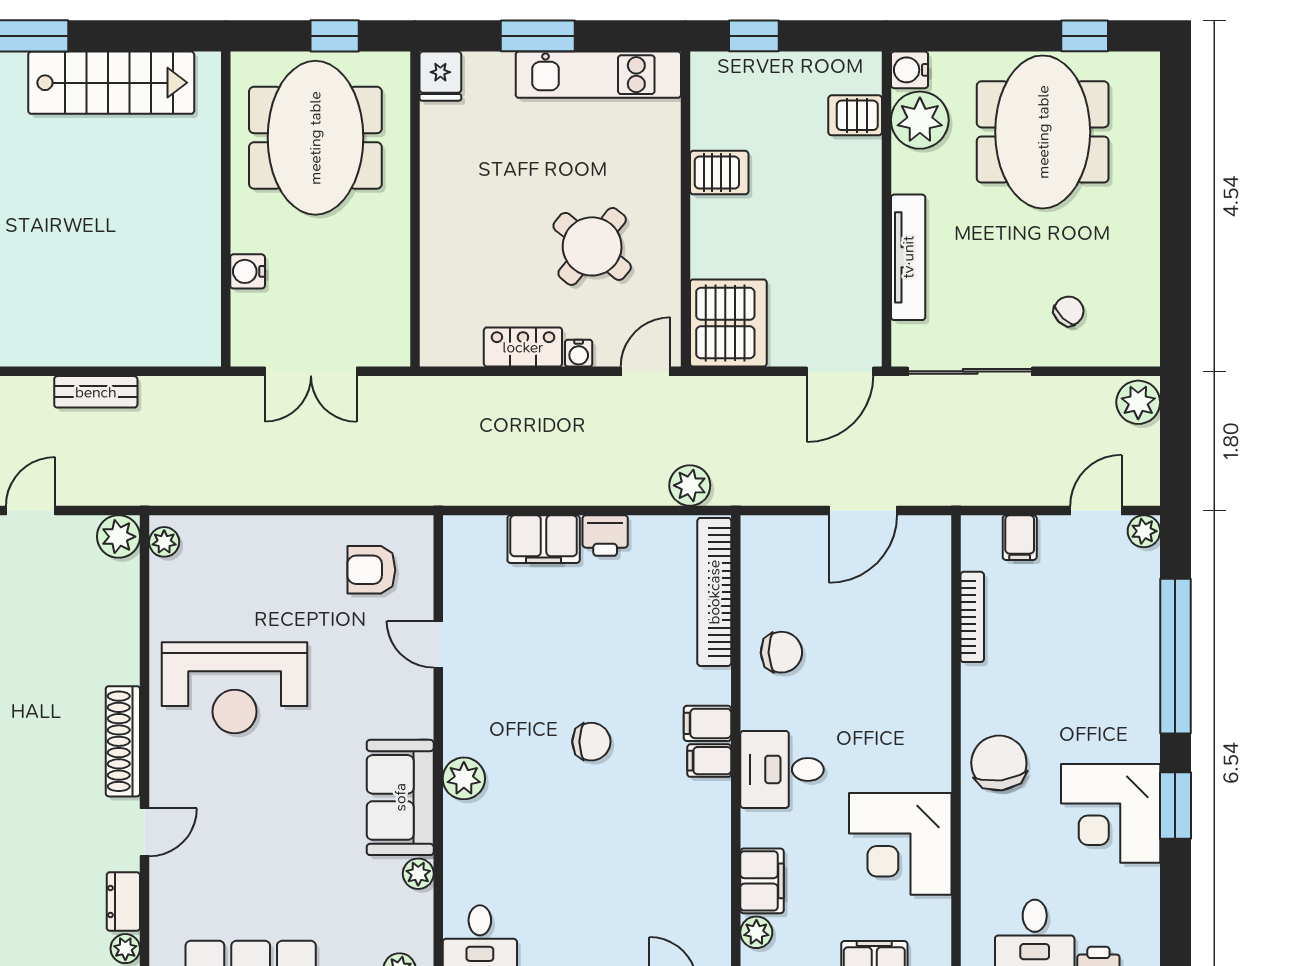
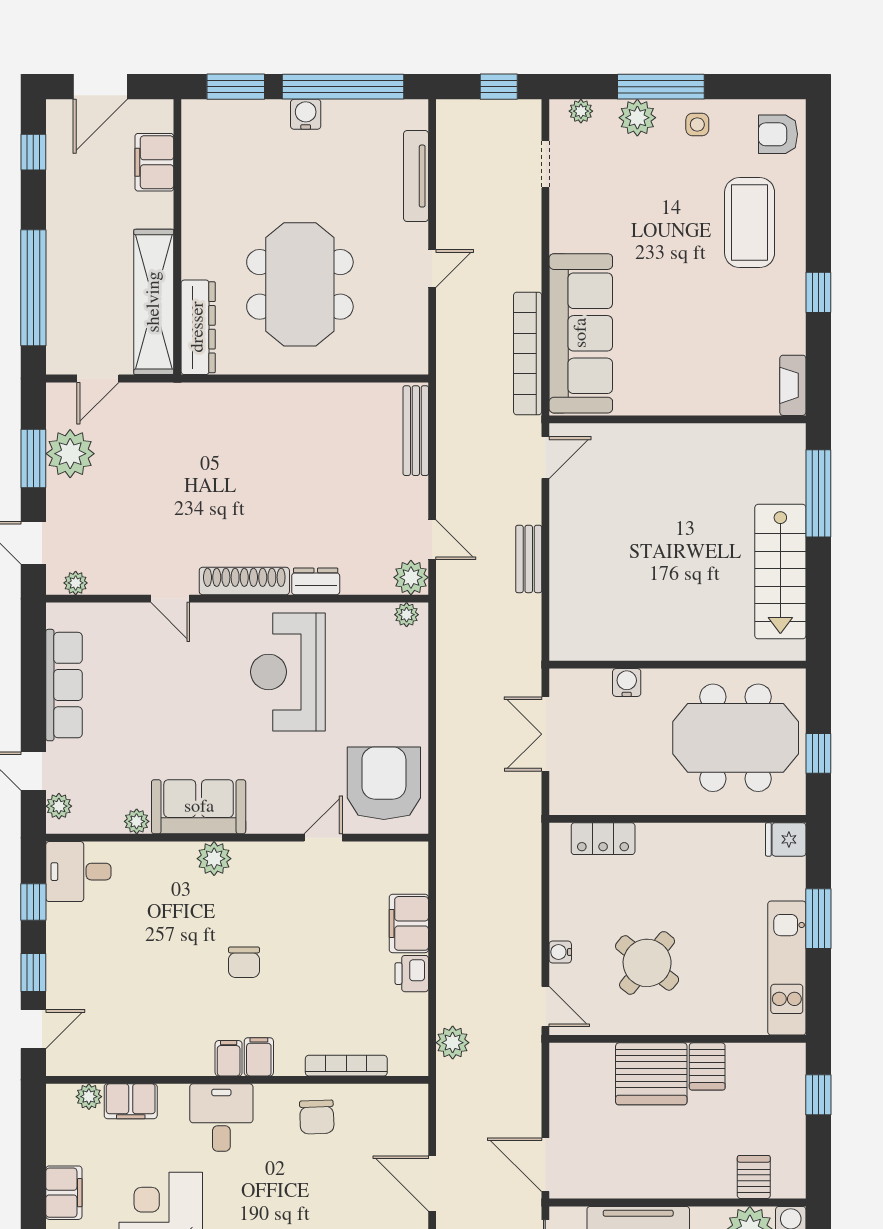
server rack: (728, 323) -> (651, 1074), moved
locker: (523, 347) -> (603, 839), moved, turned 90
door: (31, 510) -> (432, 540), moved
armchair: (371, 570) -> (384, 783), width x1.88, depth x1.88
bookcase: (714, 592) -> (346, 1066), width x0.68, depth x0.76
dresser: (123, 901) -> (316, 581), moved

